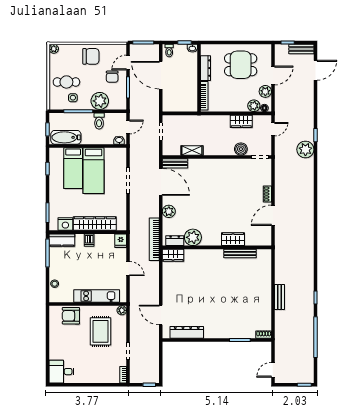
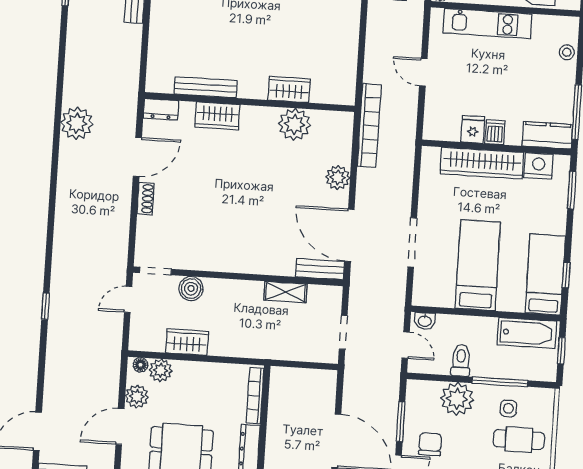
door: (128, 127) -> (406, 345), swing flipped
door: (273, 129) -> (128, 299), moved
plant: (305, 149) -> (77, 123), moved
bed: (73, 168) -> (545, 274), moved
fridge: (121, 241) -> (473, 129), moved
dresser: (175, 241) -> (161, 109), moved
wardrobe: (173, 255) -> (289, 90), moved

